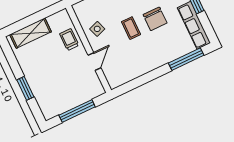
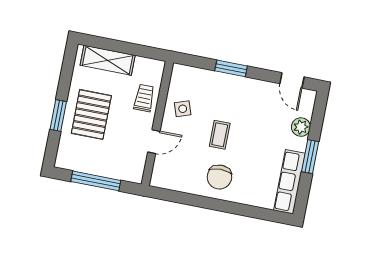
chair: (155, 19) -> (219, 177), moved
window: (186, 59) -> (254, 212), removed
pallet: (45, 73) -> (91, 114), added

